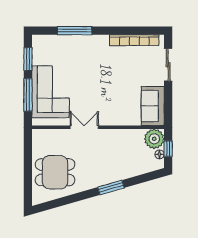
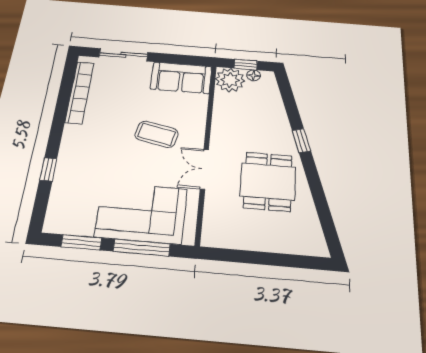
window: (75, 31) -> (48, 169), width x0.46
coffee table: (107, 95) -> (157, 134), added
dining table: (55, 172) -> (268, 181), moved
window: (111, 187) -> (301, 141), width x0.67

